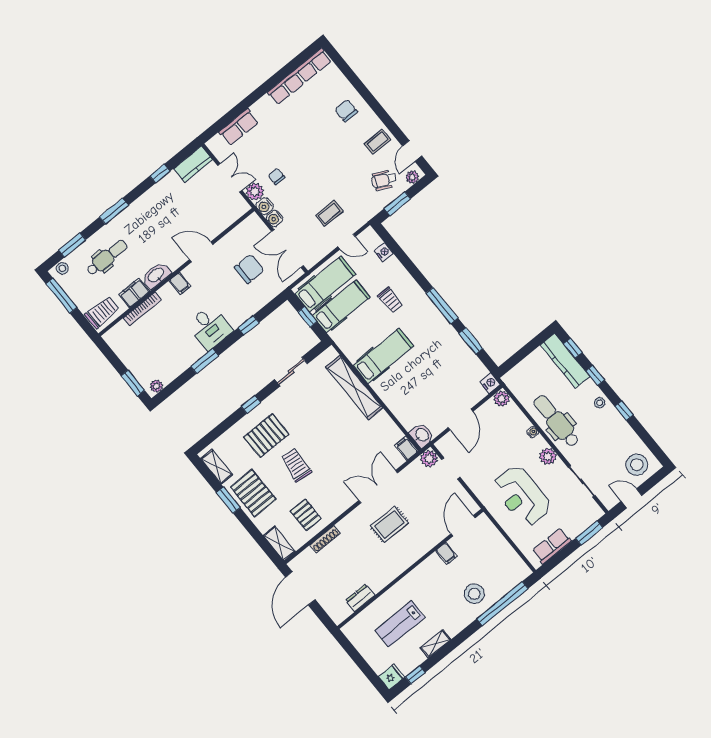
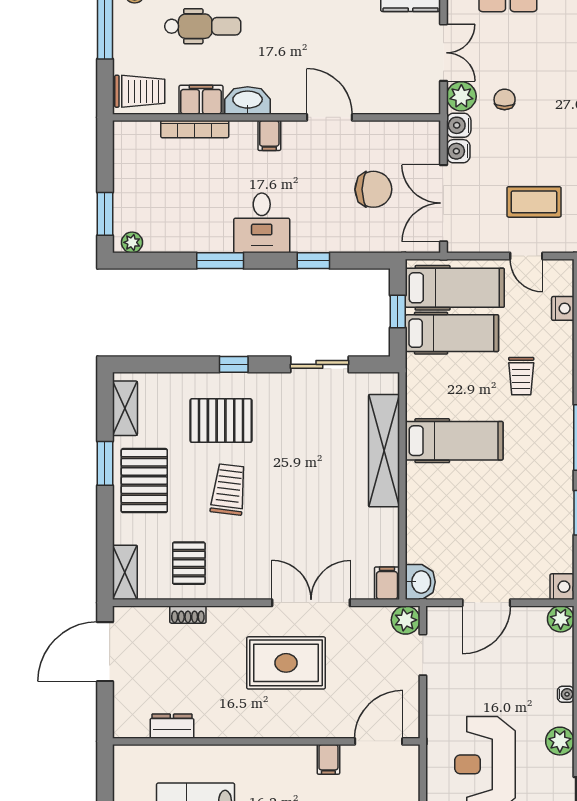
coffee table: (329, 213) -> (534, 202), width x1.36, depth x1.30
rug: (390, 524) -> (286, 663), width x1.36, depth x1.43
shoe rack: (325, 539) -> (188, 615), width x0.70

